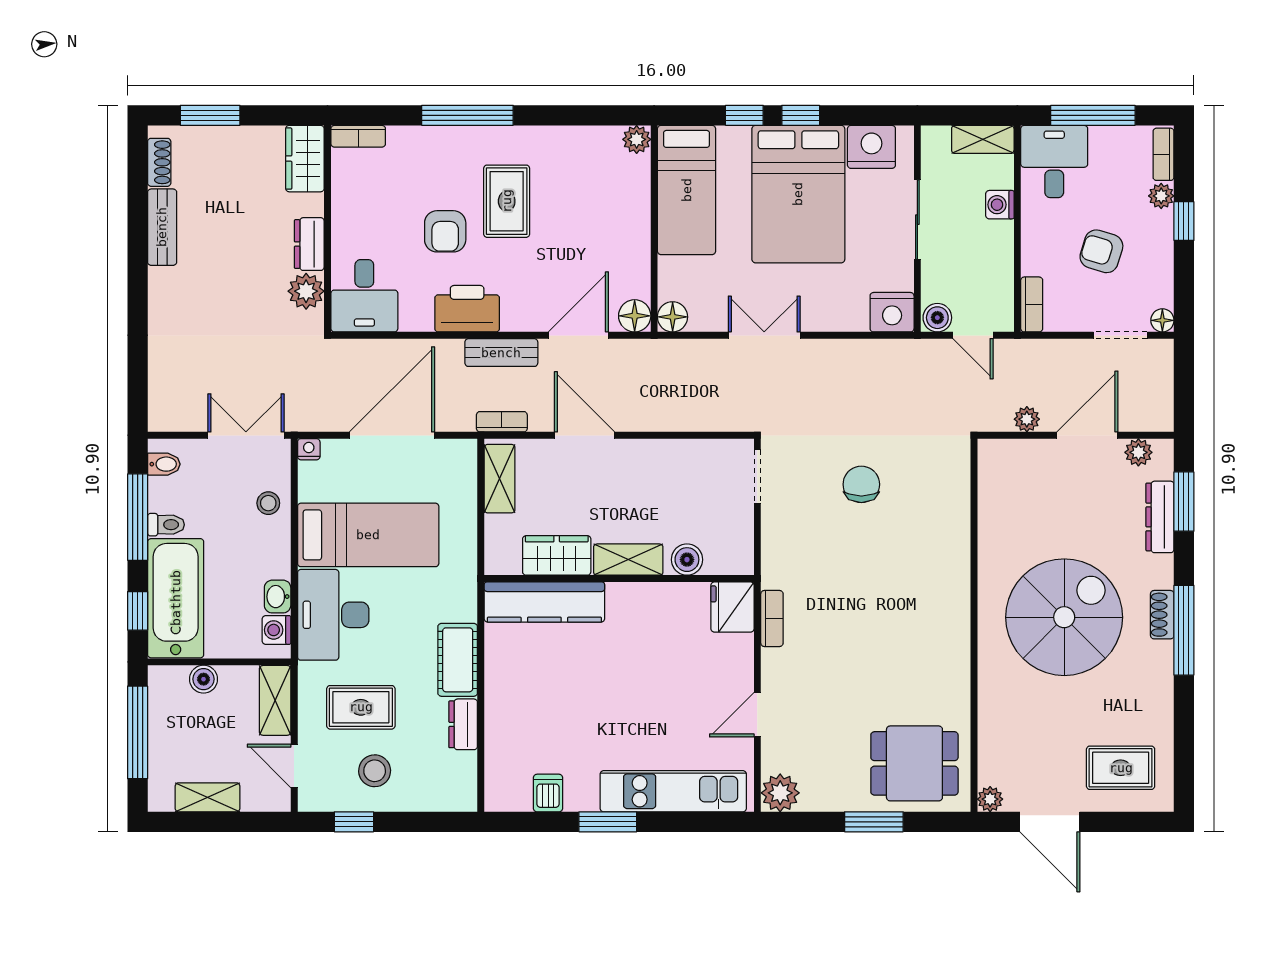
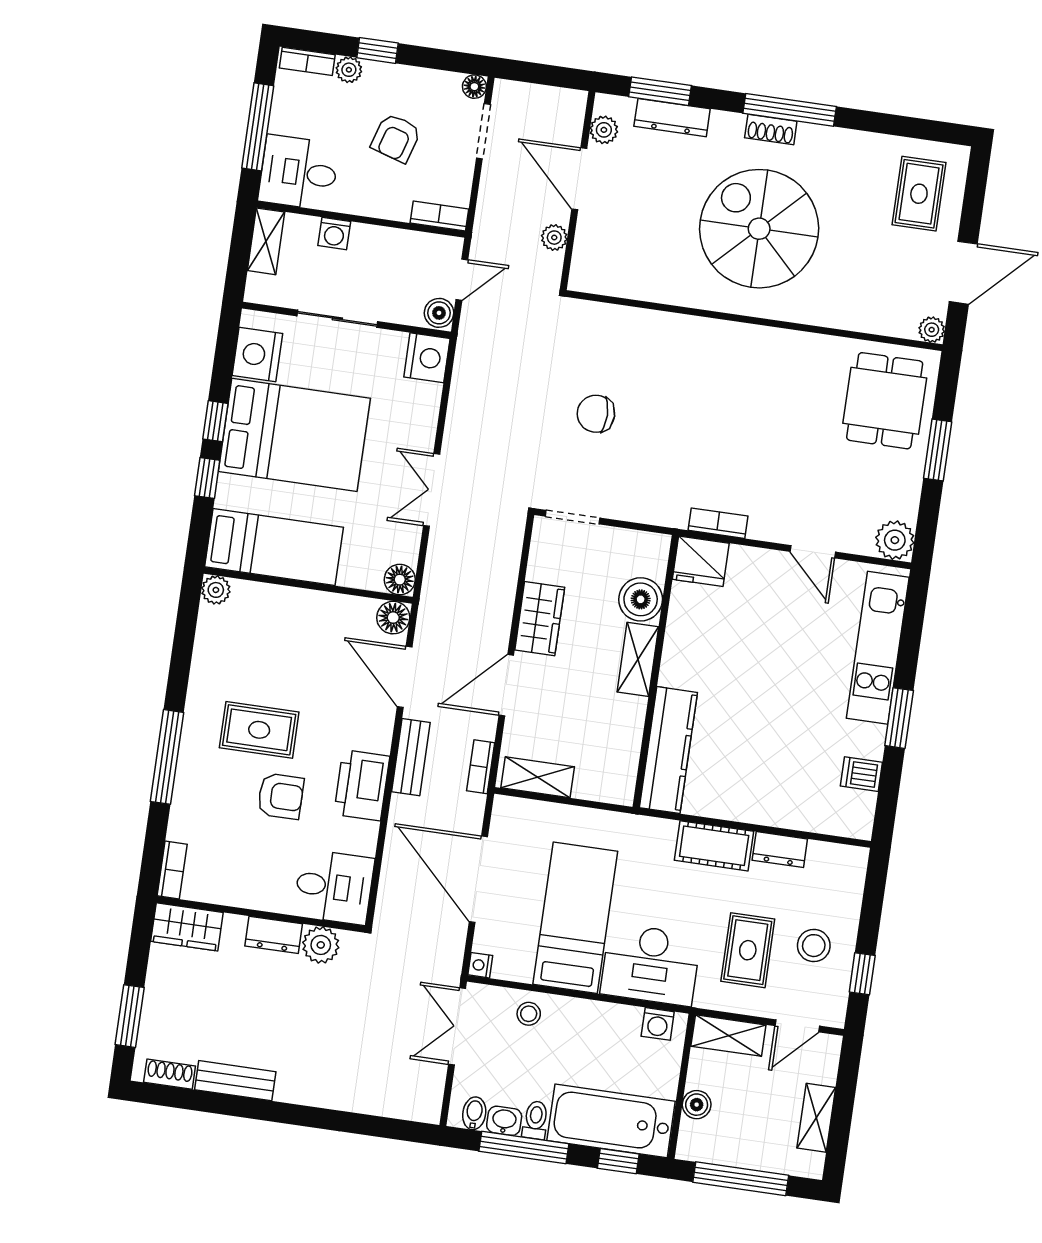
wardrobe: (557, 555) -> (540, 619), moved, turned 180
boiler: (687, 560) -> (641, 599), width x1.36, depth x1.36
washbasin: (278, 597) -> (504, 1121), moved, turned 180

